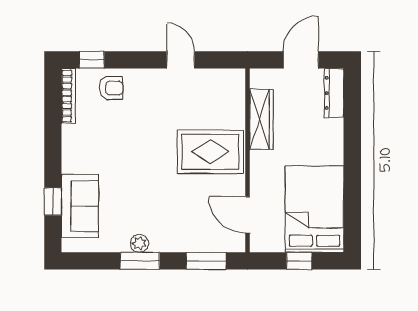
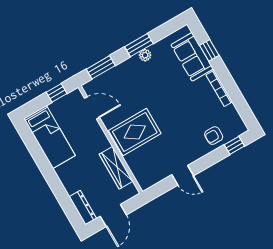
bookcase: (68, 96) -> (219, 88), moved
bed: (315, 209) -> (50, 137), width x0.67
window: (299, 261) -> (57, 93), moved

